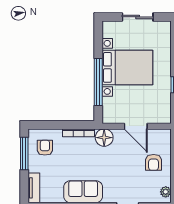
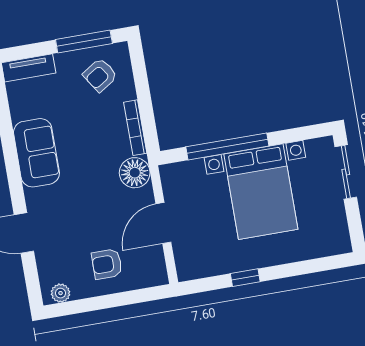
sliding door: (138, 17) -> (346, 172), moved
armchair: (45, 148) -> (100, 75), turned 147

